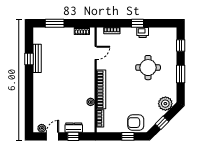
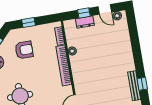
armchair: (136, 123) -> (24, 50), moved
door: (53, 136) -> (105, 9), hinge flipped

